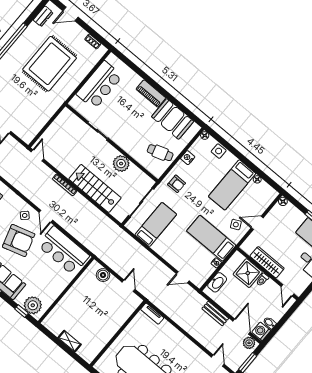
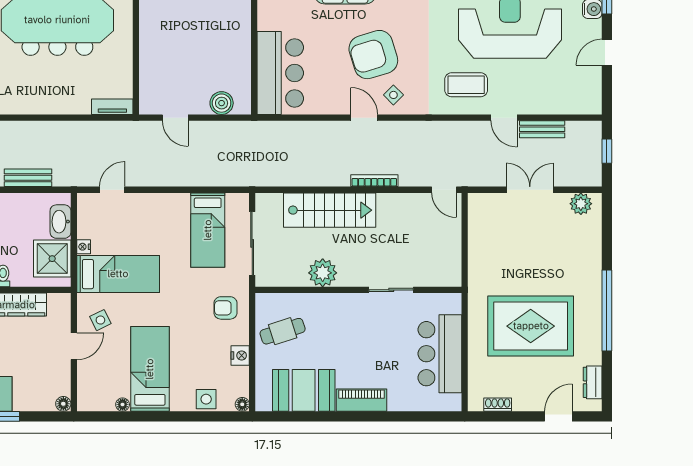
rug: (50, 64) -> (531, 326), turned 90
bar counter: (63, 251) -> (280, 73), moved, turned 90
shower: (248, 273) -> (52, 259), moved

